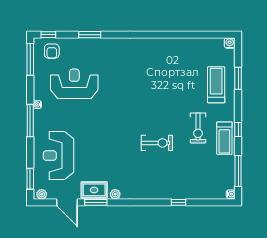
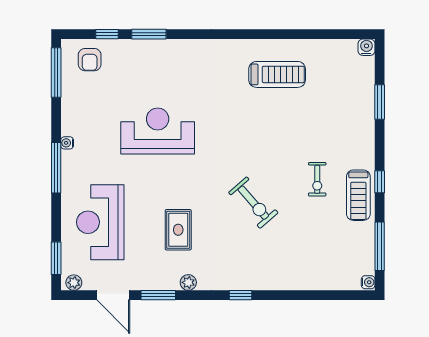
window: (48, 35) -> (107, 34), moved
reception desk: (74, 84) -> (158, 131), moved
treadmill: (216, 85) -> (277, 74), moved, turned 90
exercise bike: (198, 128) -> (317, 179), width x0.73, depth x0.72
exercise bike: (157, 143) -> (253, 203), turned 49
rug: (94, 190) -> (178, 230), moved, turned 90
window: (179, 202) -> (241, 295), moved

